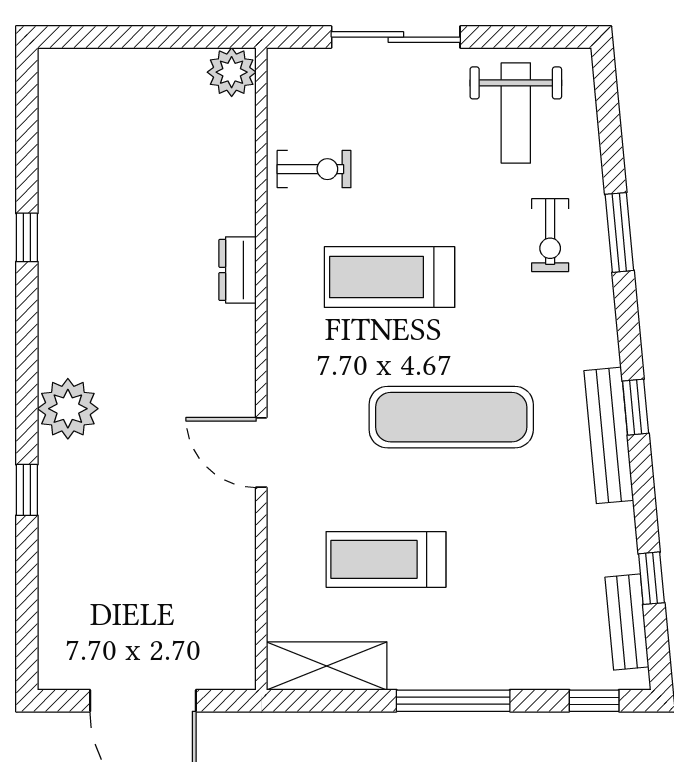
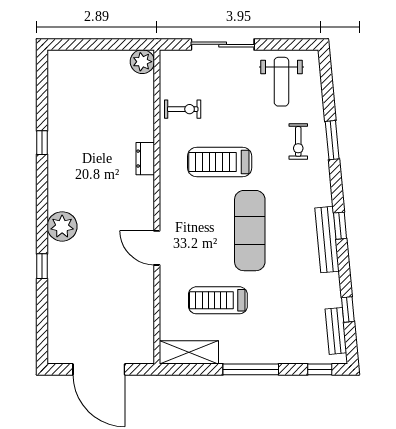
exercise mat: (451, 417) -> (250, 231), turned 90

